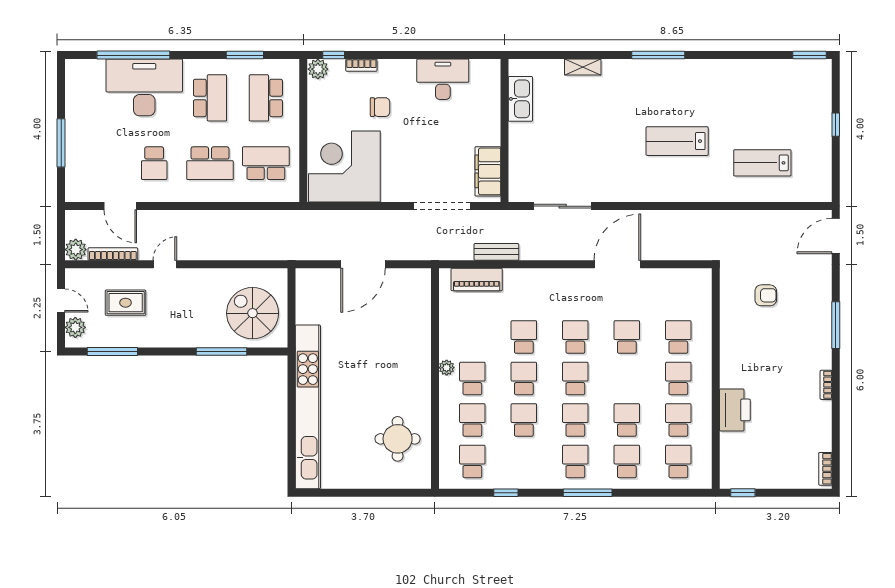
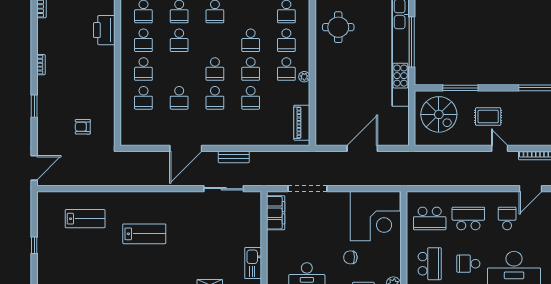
school desk: (210, 98) -> (468, 264), width x0.54
door: (120, 206) -> (531, 189), swing flipped
bench: (496, 252) -> (234, 157), moved
door: (165, 264) -> (500, 148), swing flipped
piano: (477, 279) -> (302, 123), moved, turned -90
rug: (126, 303) -> (488, 117), moved
window: (836, 325) -> (34, 106), width x0.69
printer: (735, 410) -> (104, 30), moved
window: (292, 418) -> (412, 42), added
school desk: (575, 420) -> (215, 40), removed

